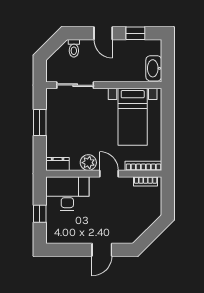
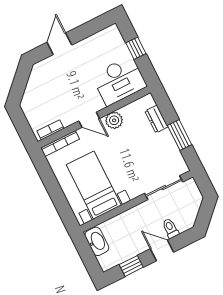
toilet: (74, 48) -> (170, 228), moved
dresser: (58, 164) -> (156, 119), moved, turned 90

